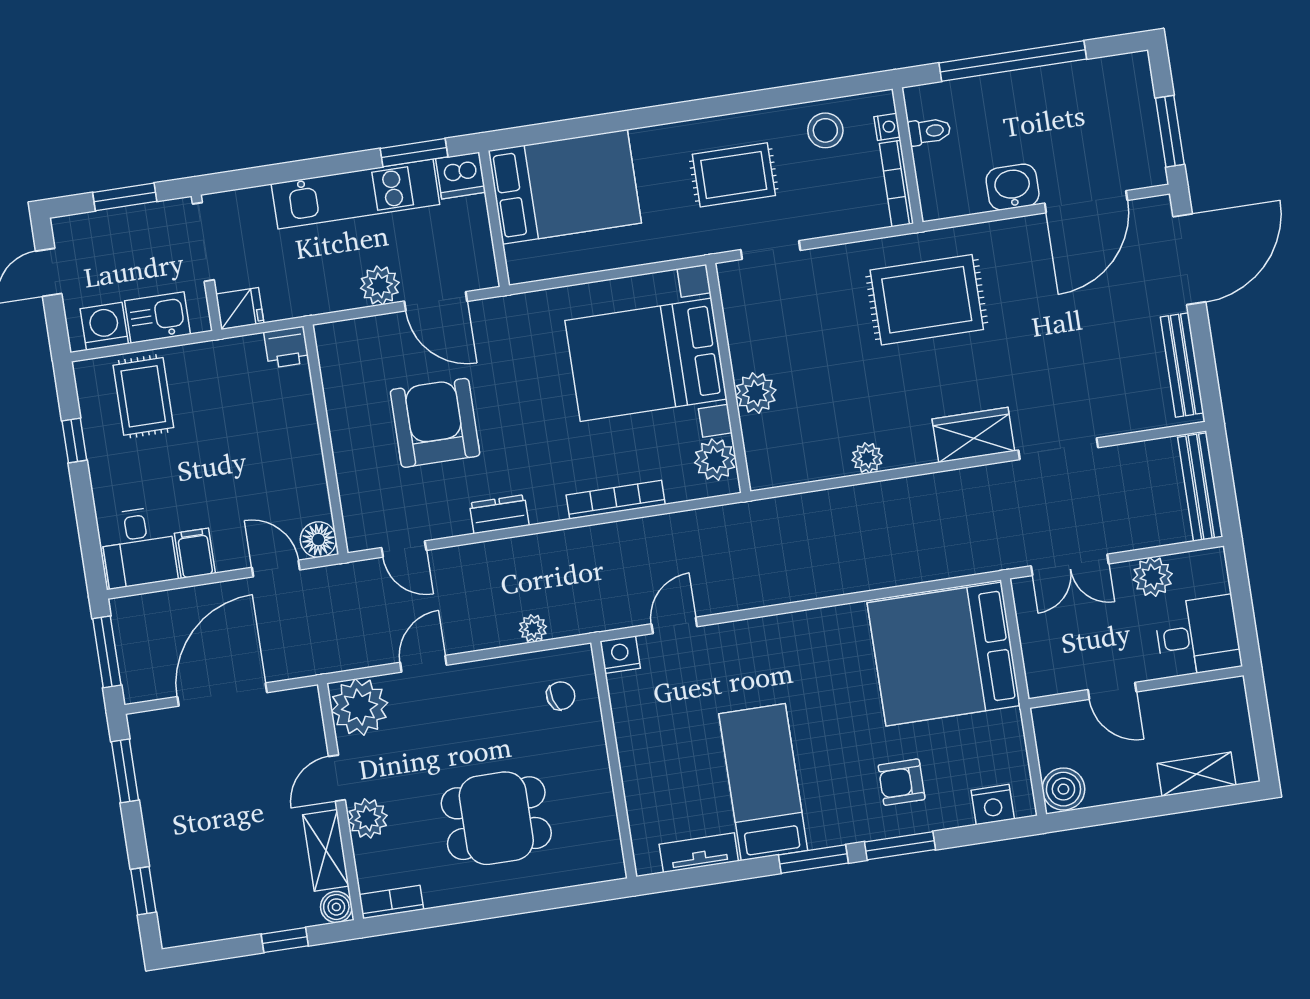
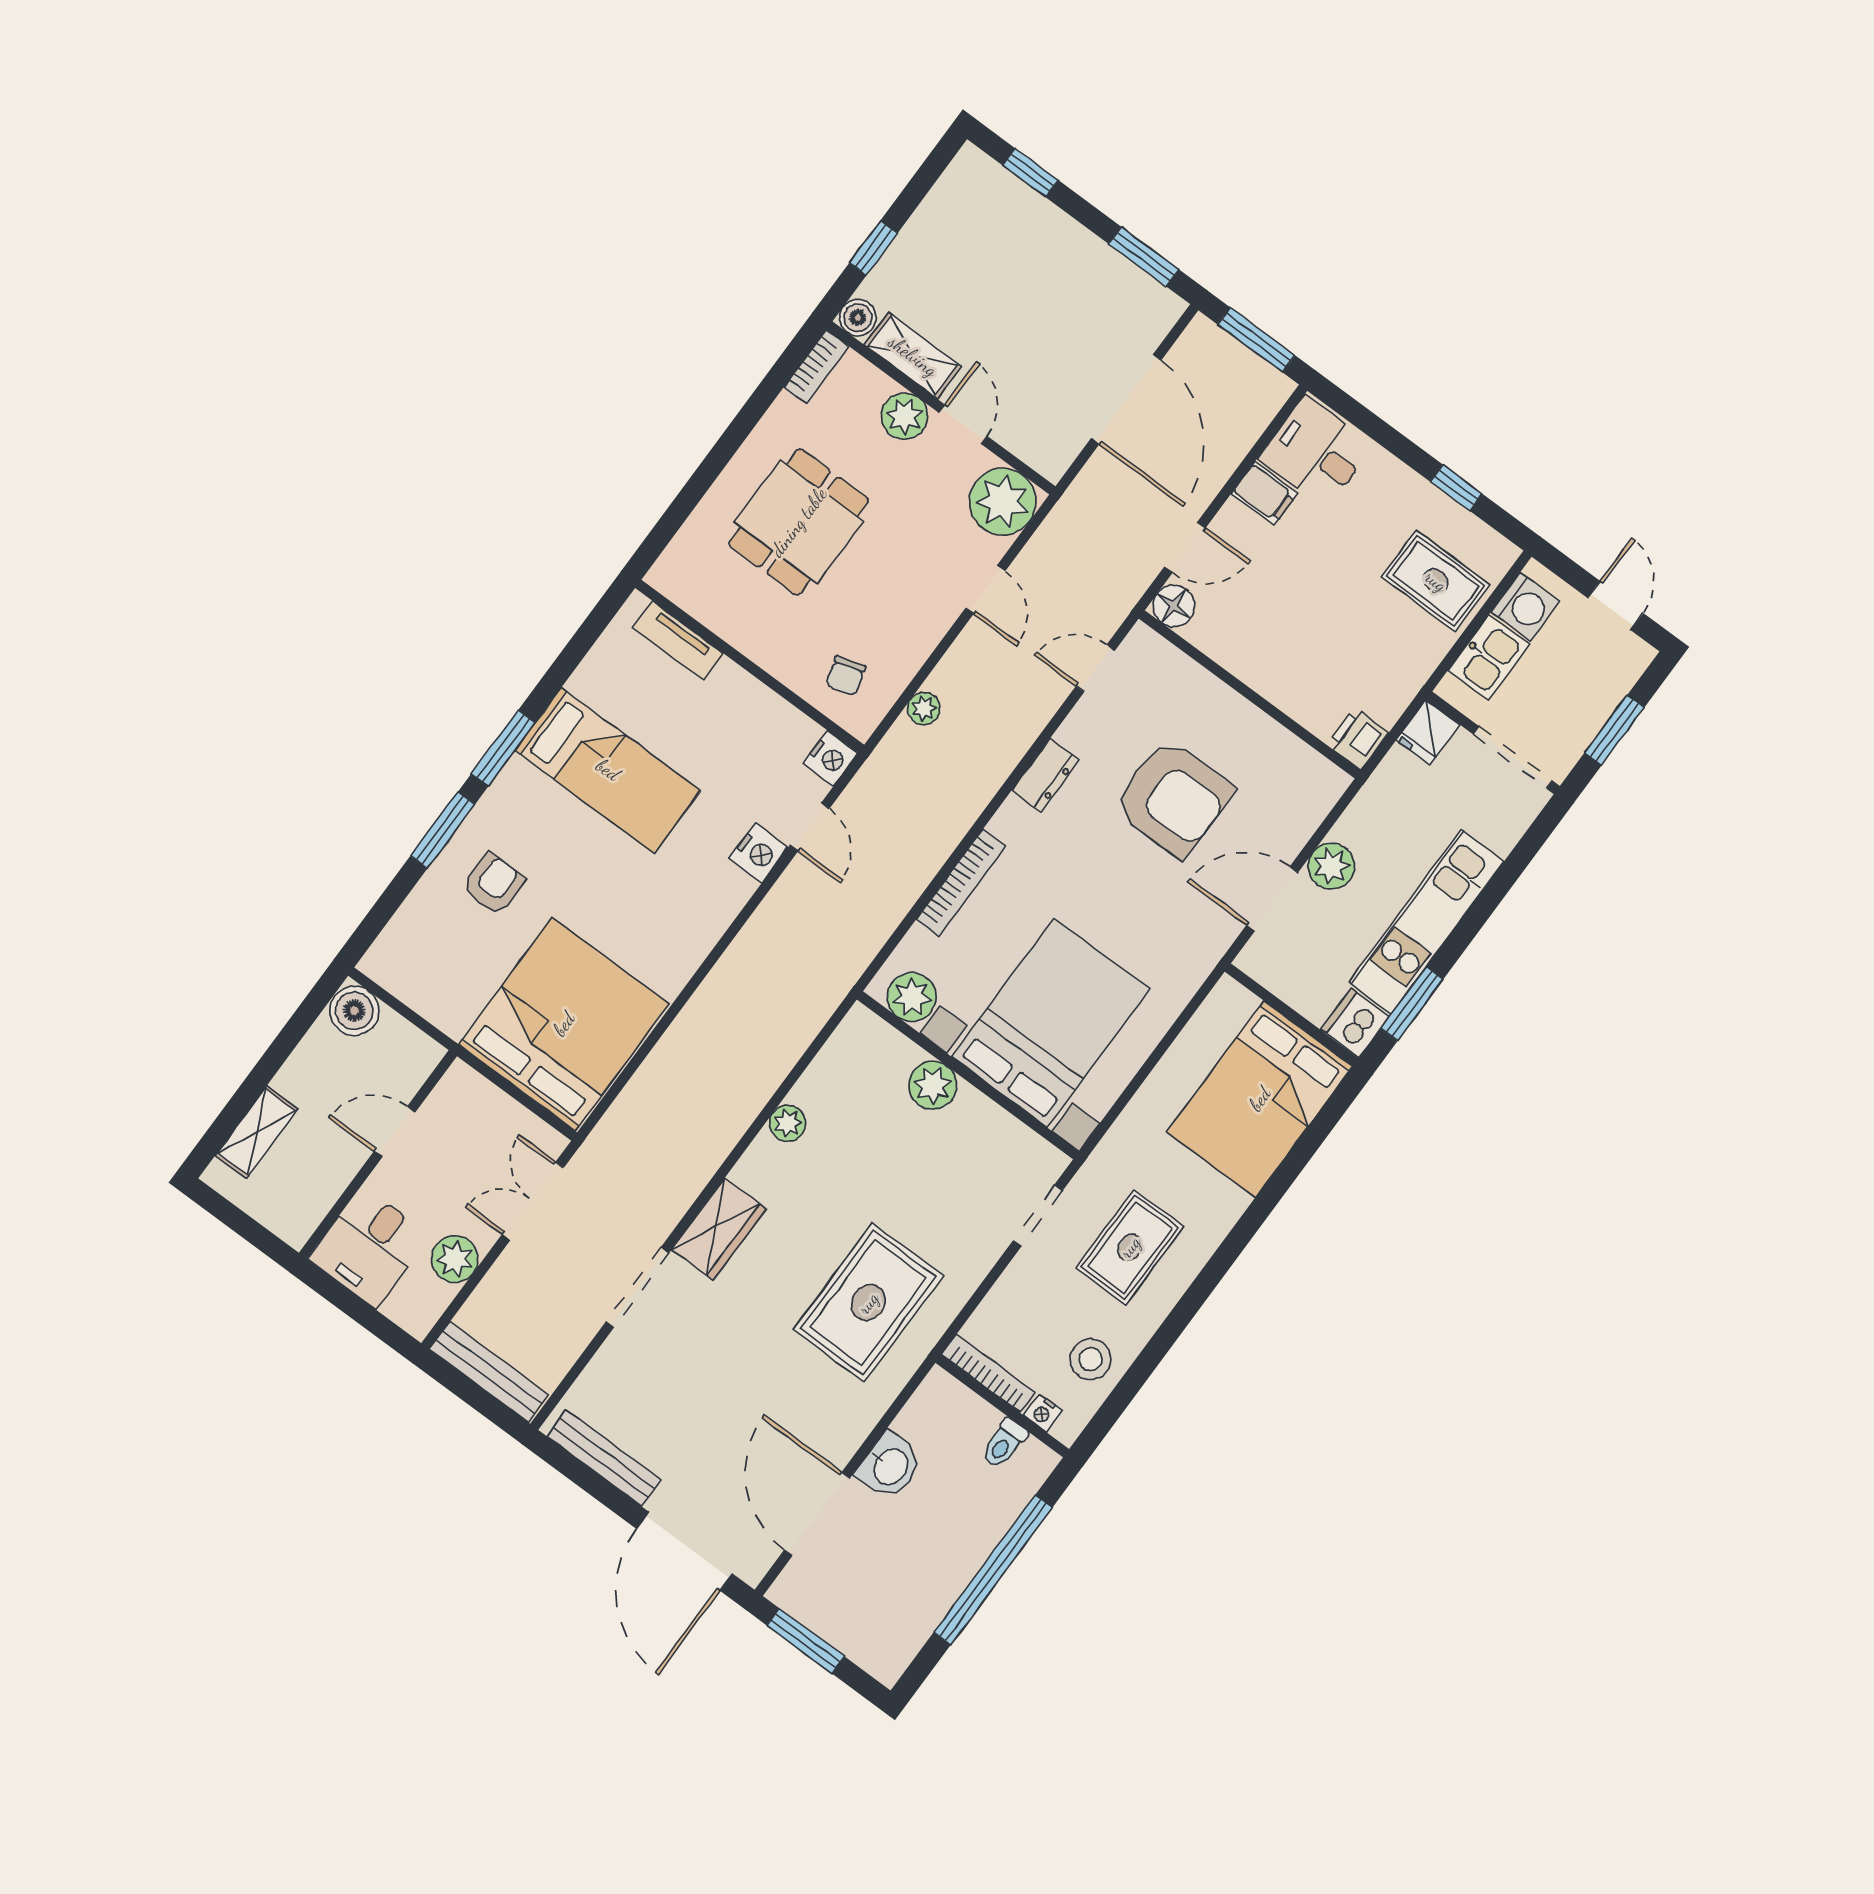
nightstand: (993, 805) -> (759, 853), moved, turned 180
tv unit: (699, 853) -> (678, 641), moved, turned 90

